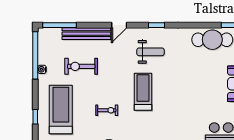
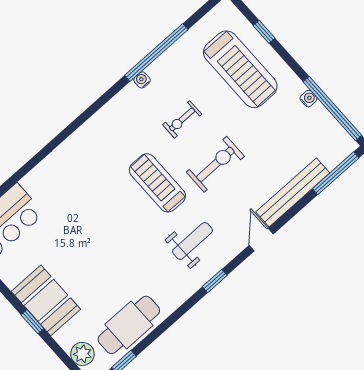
weight bench: (150, 52) -> (193, 241), turned 180
exercise bike: (81, 66) -> (215, 164), moved
treadmill: (143, 92) -> (157, 183), turned 180

